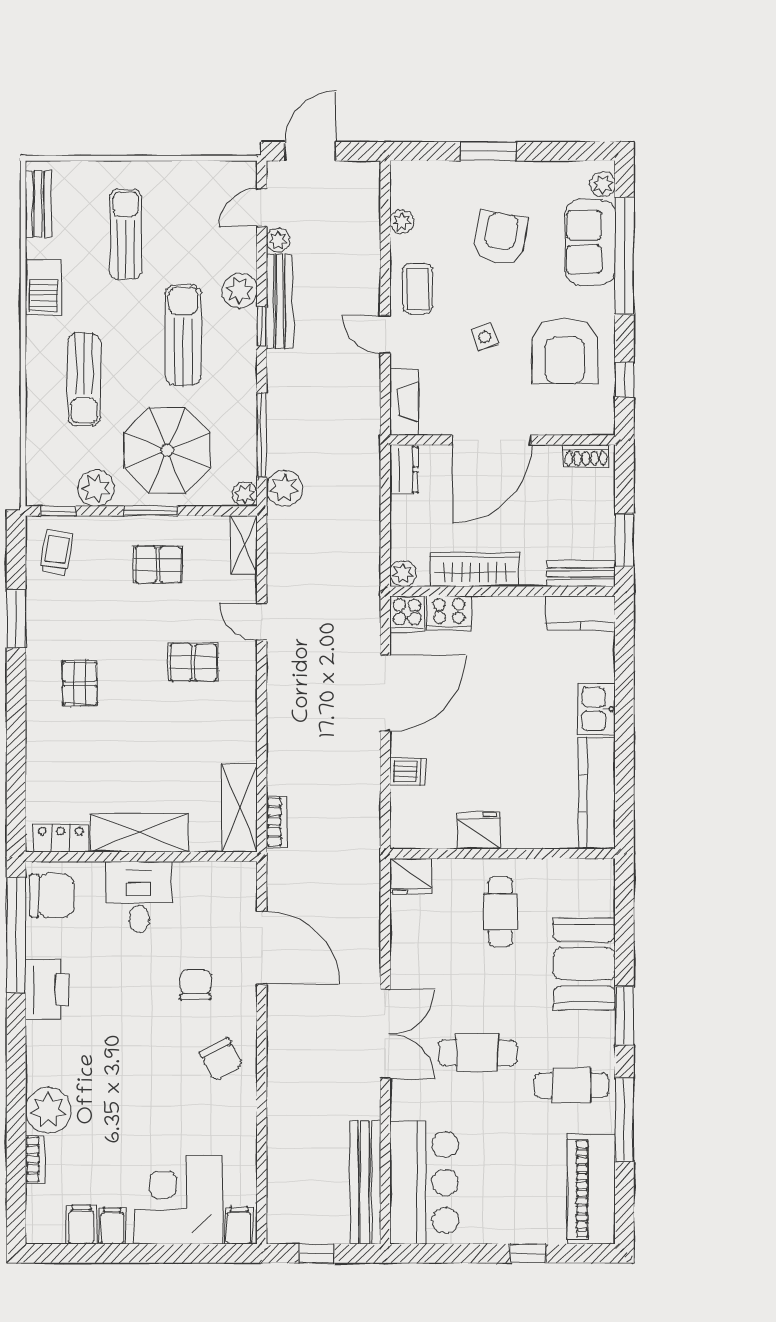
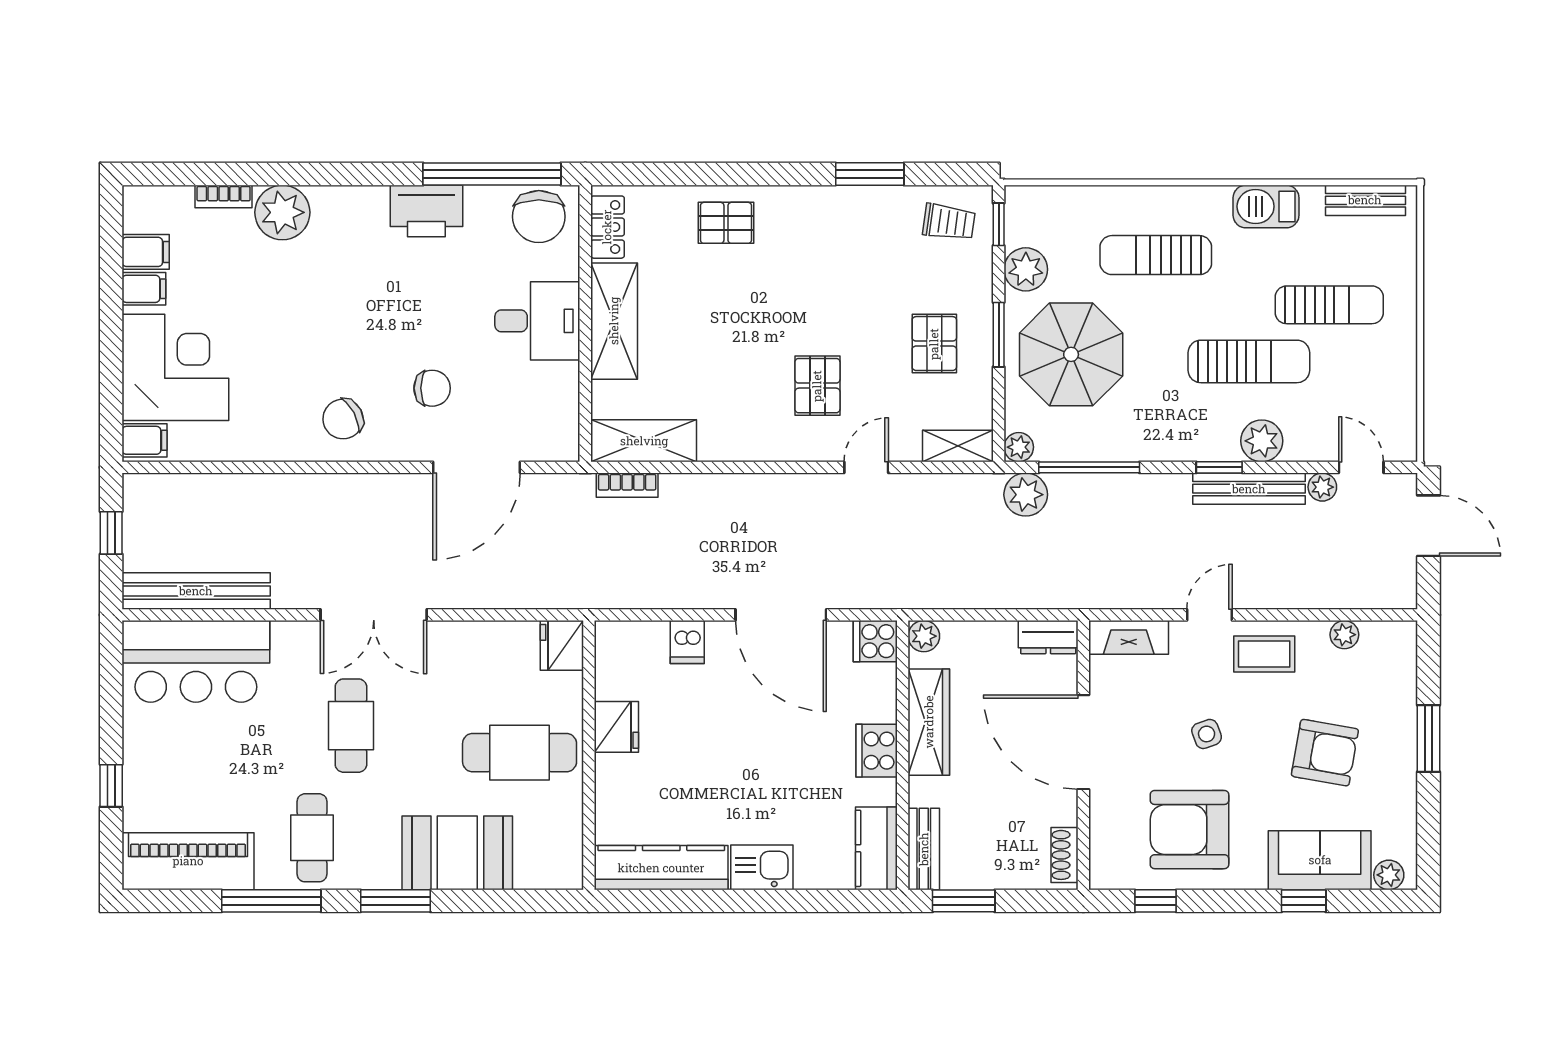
window: (624, 256) -> (1304, 901), width x0.32
sun lounger: (183, 335) -> (1249, 361), moved
cooker: (449, 613) -> (877, 751), moved
pallet: (80, 683) -> (726, 223), moved
cafe table: (500, 912) -> (520, 753), width x1.37, depth x1.35

